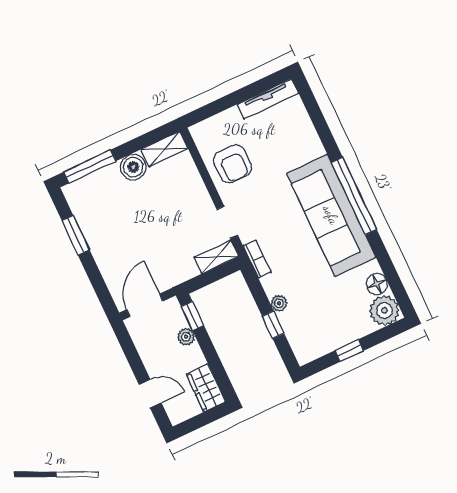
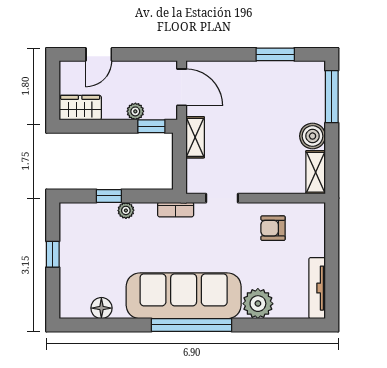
armchair: (233, 164) -> (273, 228), width x0.72, depth x0.72
shelving: (216, 257) -> (195, 137), moved
plant: (384, 310) -> (258, 304), moved

